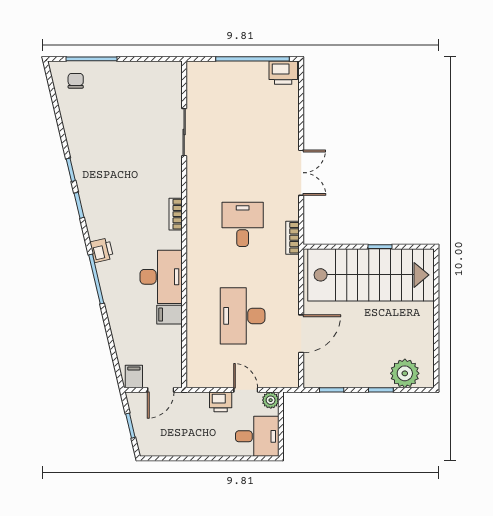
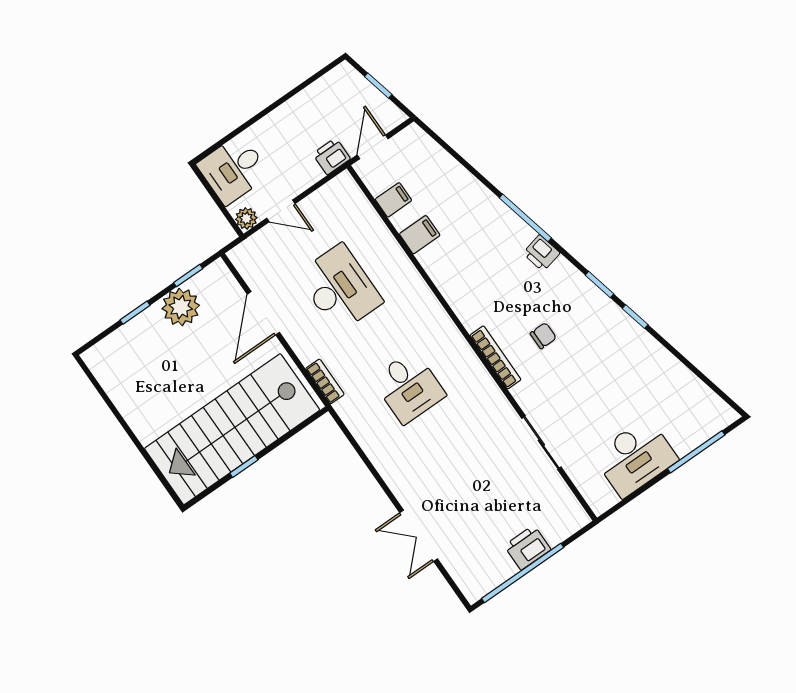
printer: (283, 73) -> (527, 548), moved
chair: (76, 81) -> (543, 336), moved, turned -90
double door: (301, 173) -> (419, 536), moved
bookcase: (176, 214) -> (495, 357), width x1.56
bookcase: (292, 238) -> (325, 381), moved
desk: (161, 277) -> (635, 457), moved, turned -90
plant: (405, 373) -> (181, 307), moved
filing cabinet: (134, 376) -> (393, 200), moved, turned -90
printer: (221, 402) -> (331, 156), moved

